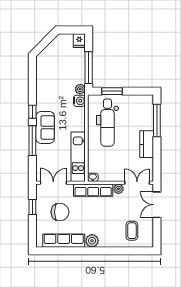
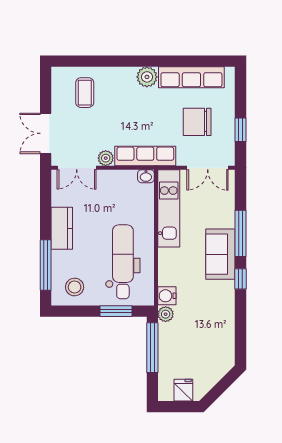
fridge: (79, 41) -> (183, 390), moved
stool: (138, 106) -> (75, 287), added
double door: (157, 205) -> (46, 133), swing flipped

